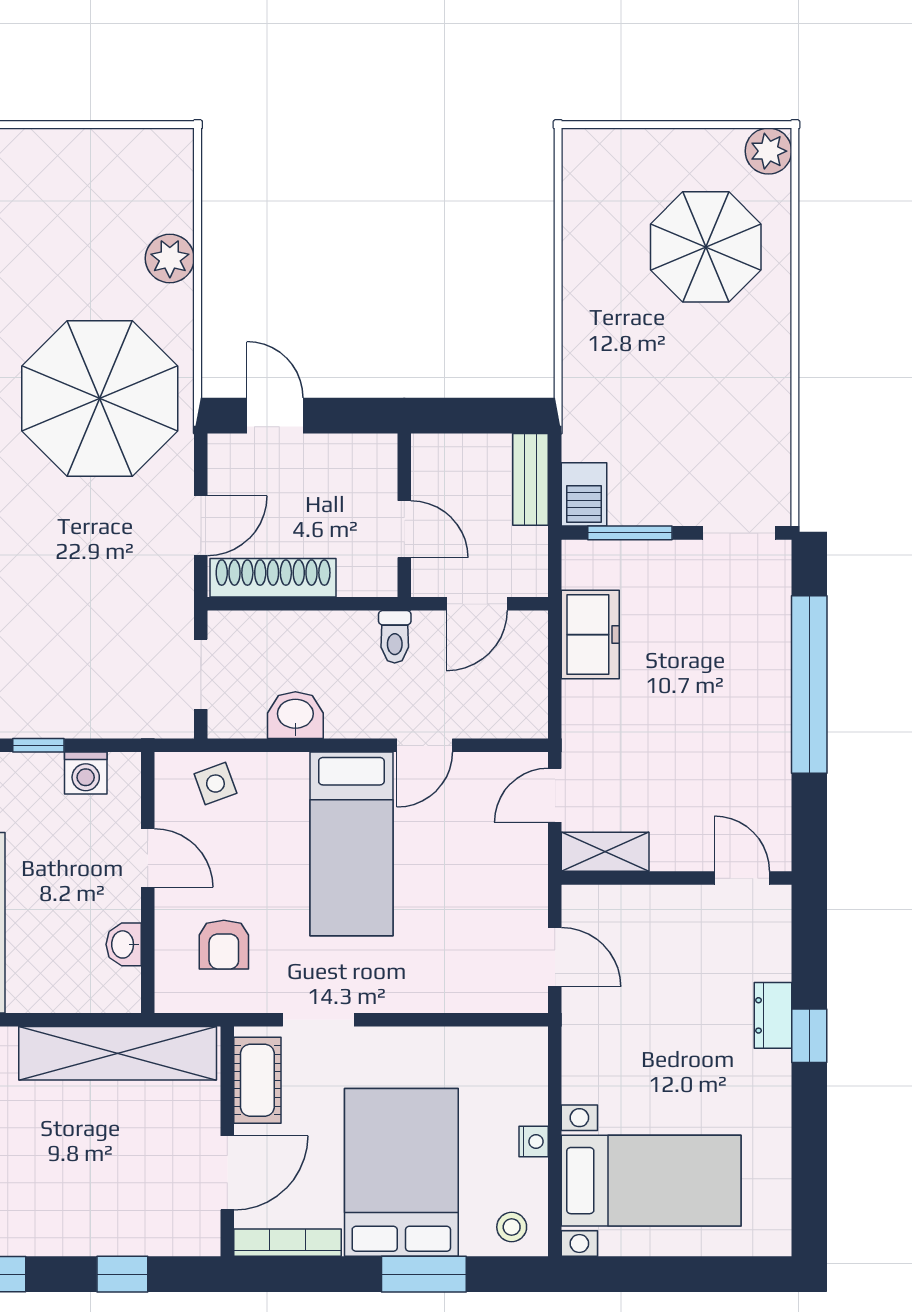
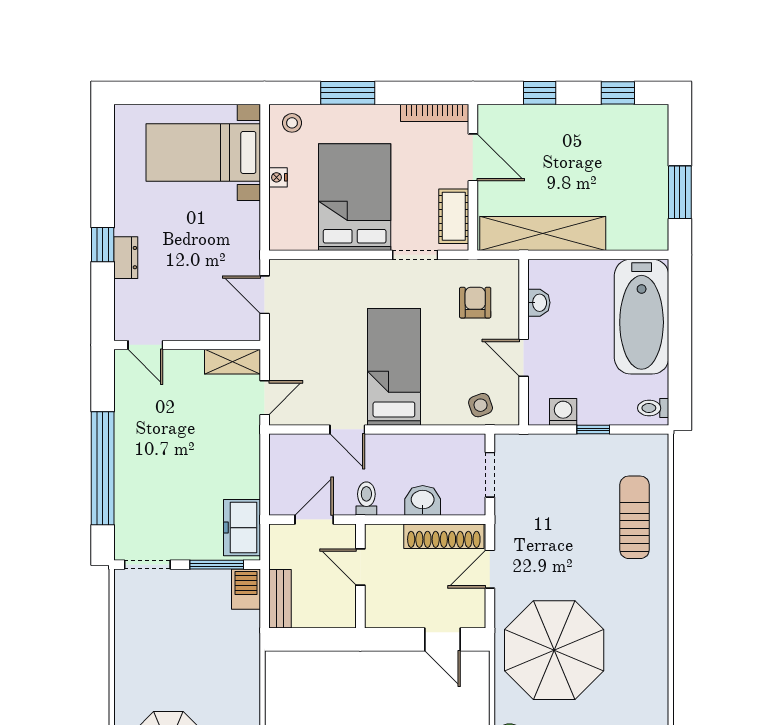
freezer: (590, 635) -> (242, 528), moved
washbasin: (295, 715) -> (423, 500), moved, turned 180
door: (425, 745) -> (347, 429), swing flipped
bed: (401, 1172) -> (355, 197), moved, turned 180
door: (227, 1173) -> (473, 157), swing flipped

